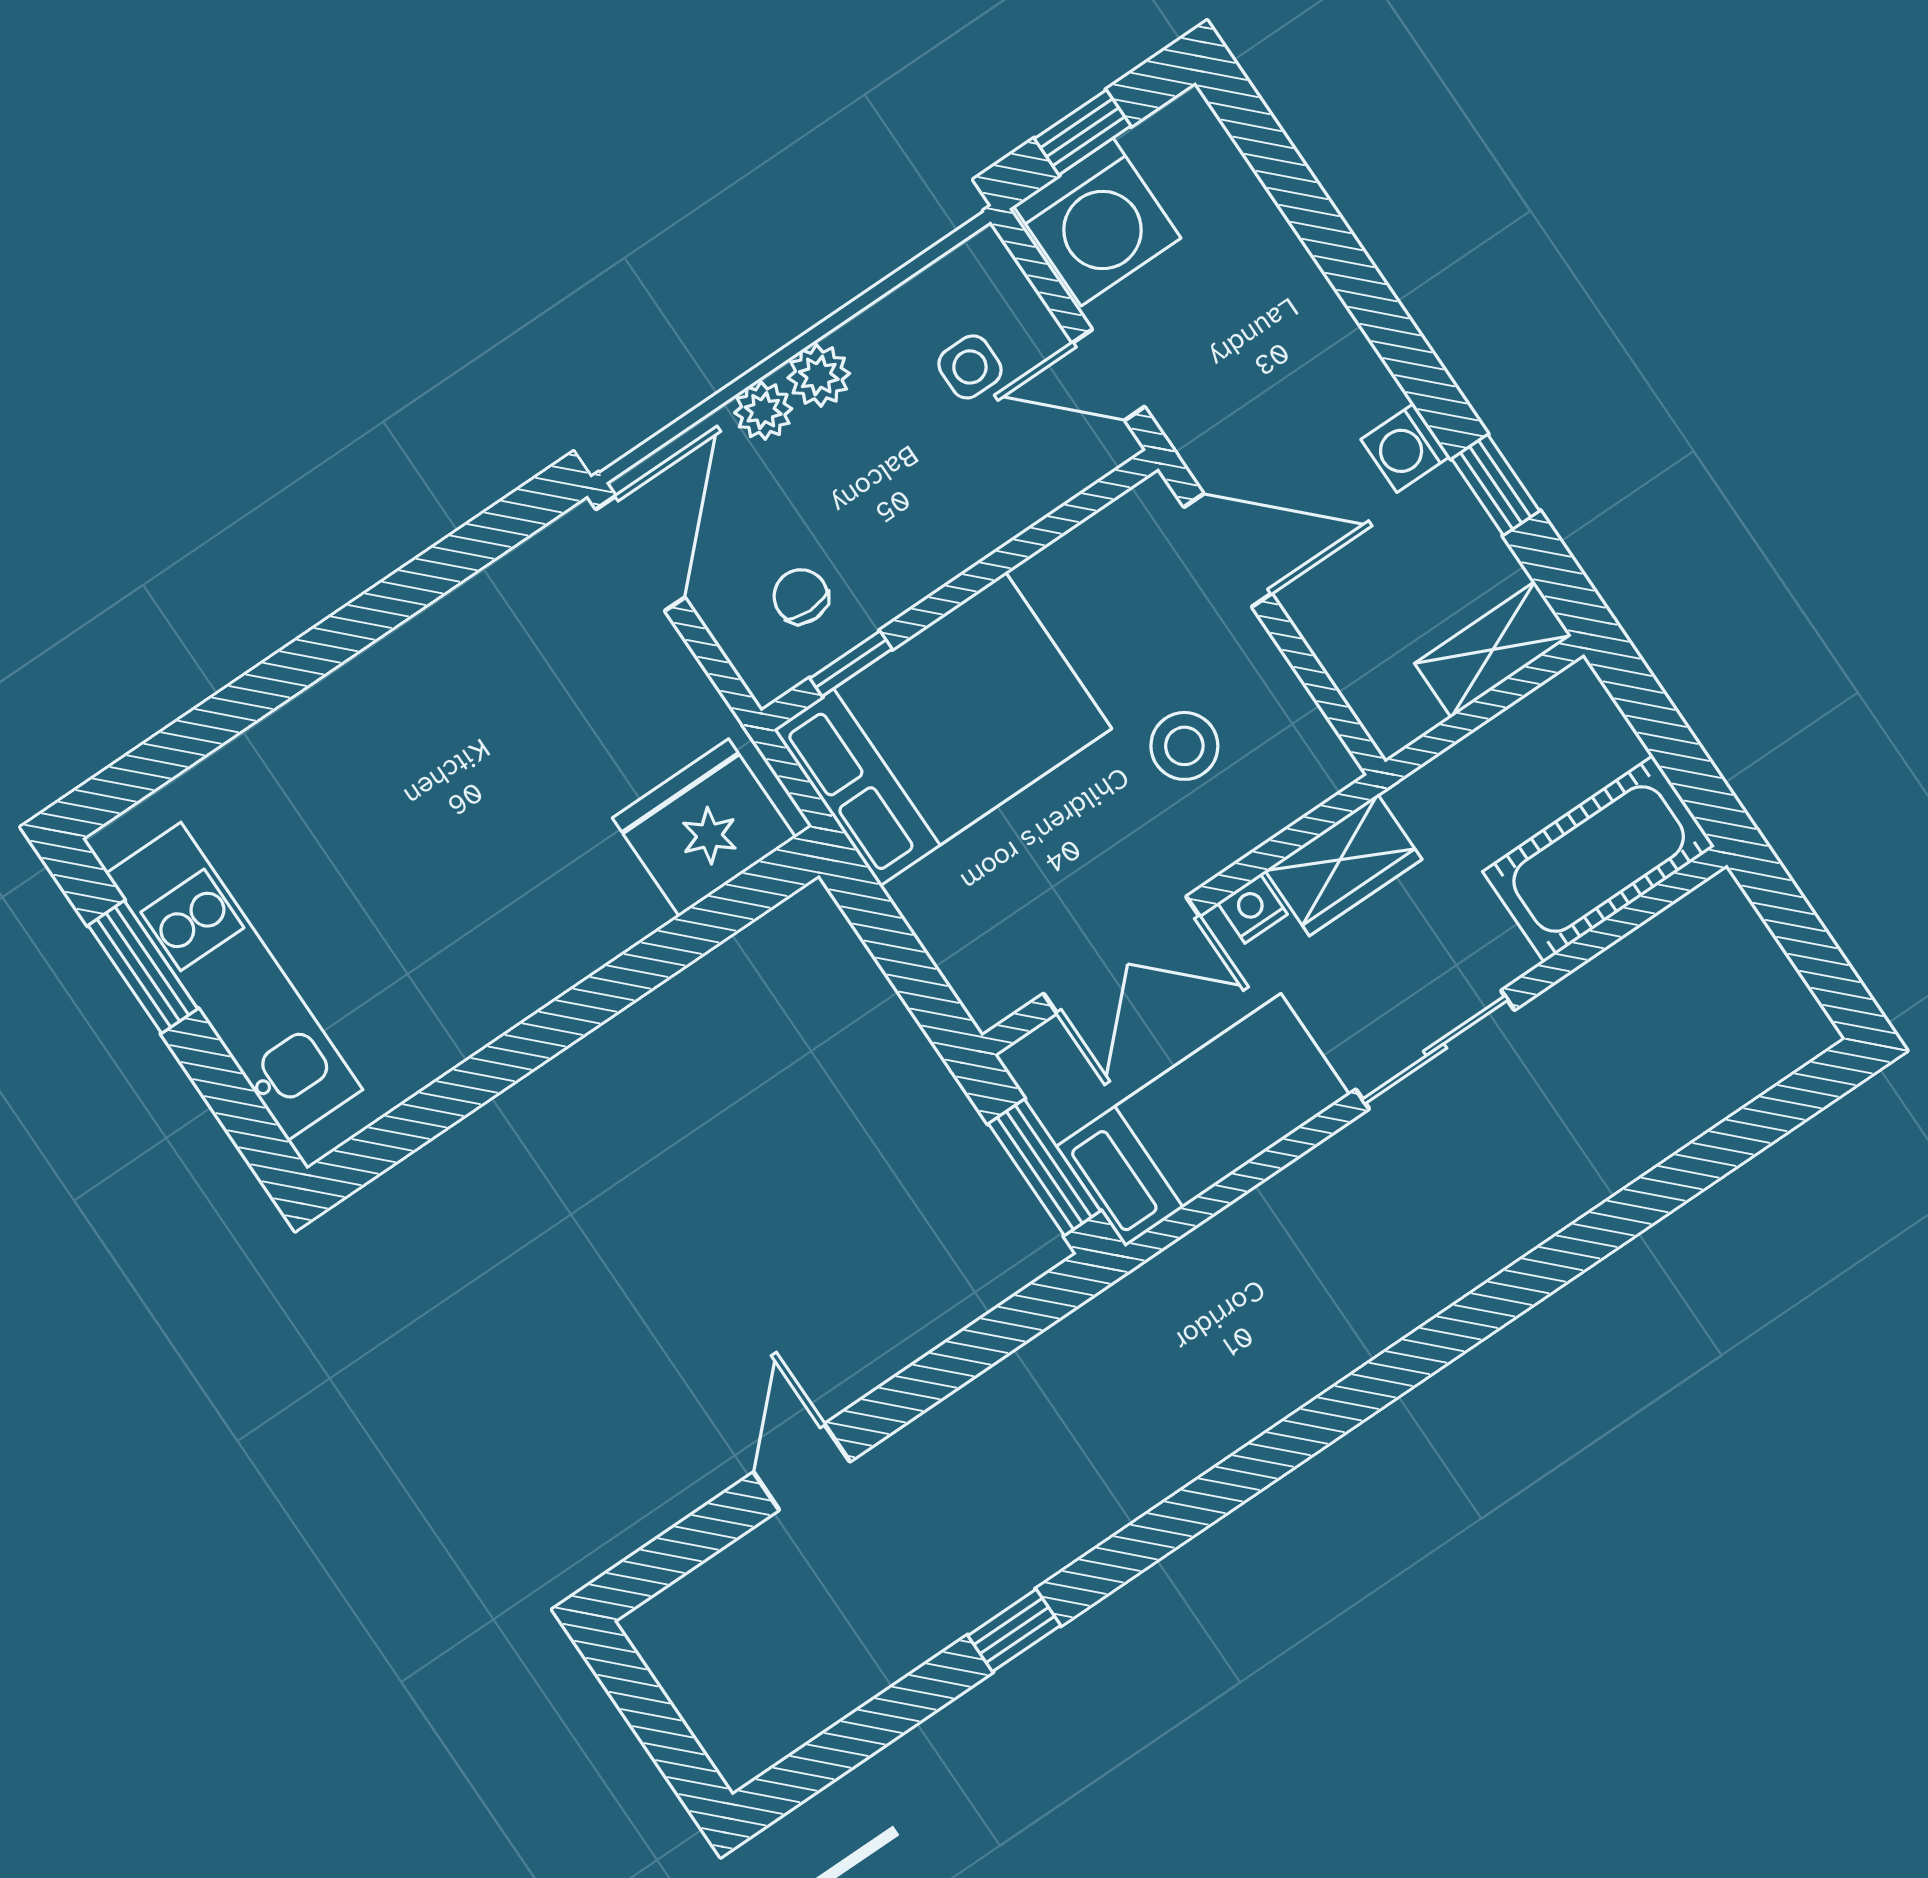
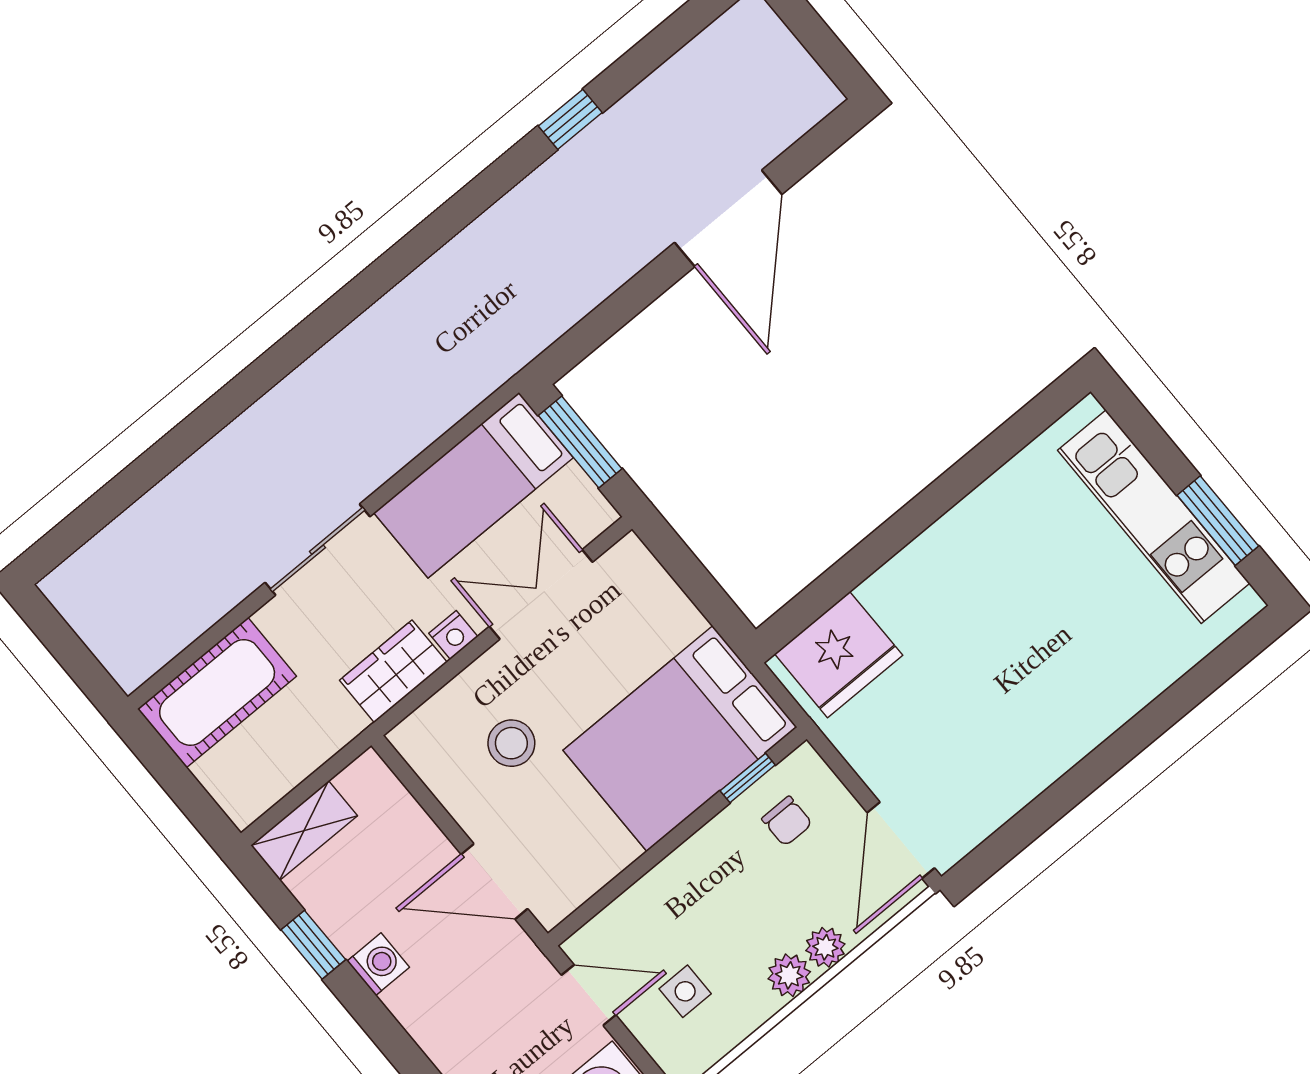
door: (802, 1467) -> (728, 218), width x1.88

